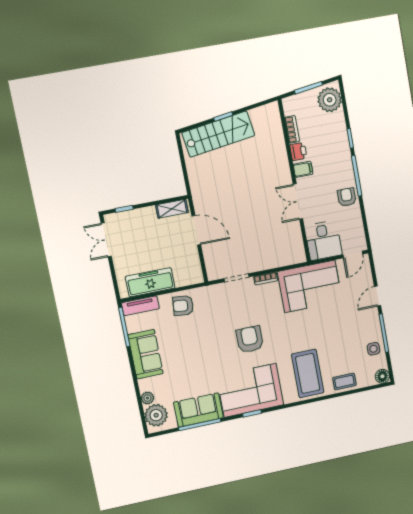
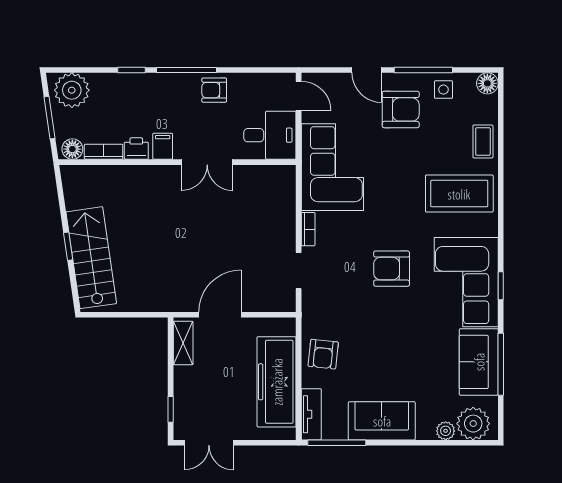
floor lamp: (290, 107) -> (72, 149), added
freezer: (150, 282) -> (277, 382), width x1.36, depth x1.26
armchair: (356, 324) -> (401, 109), added

